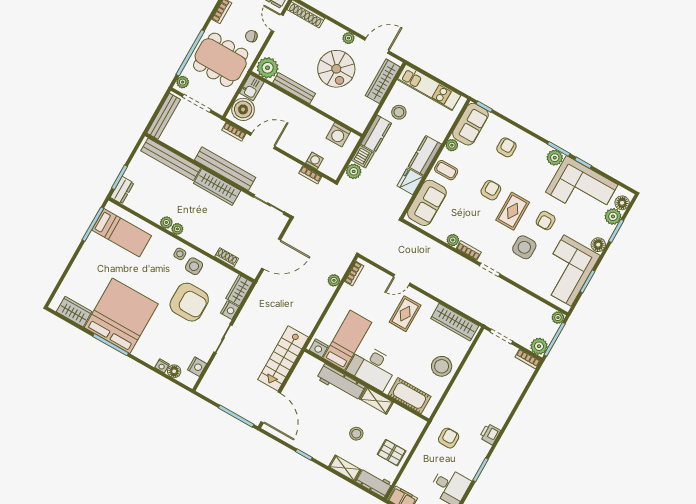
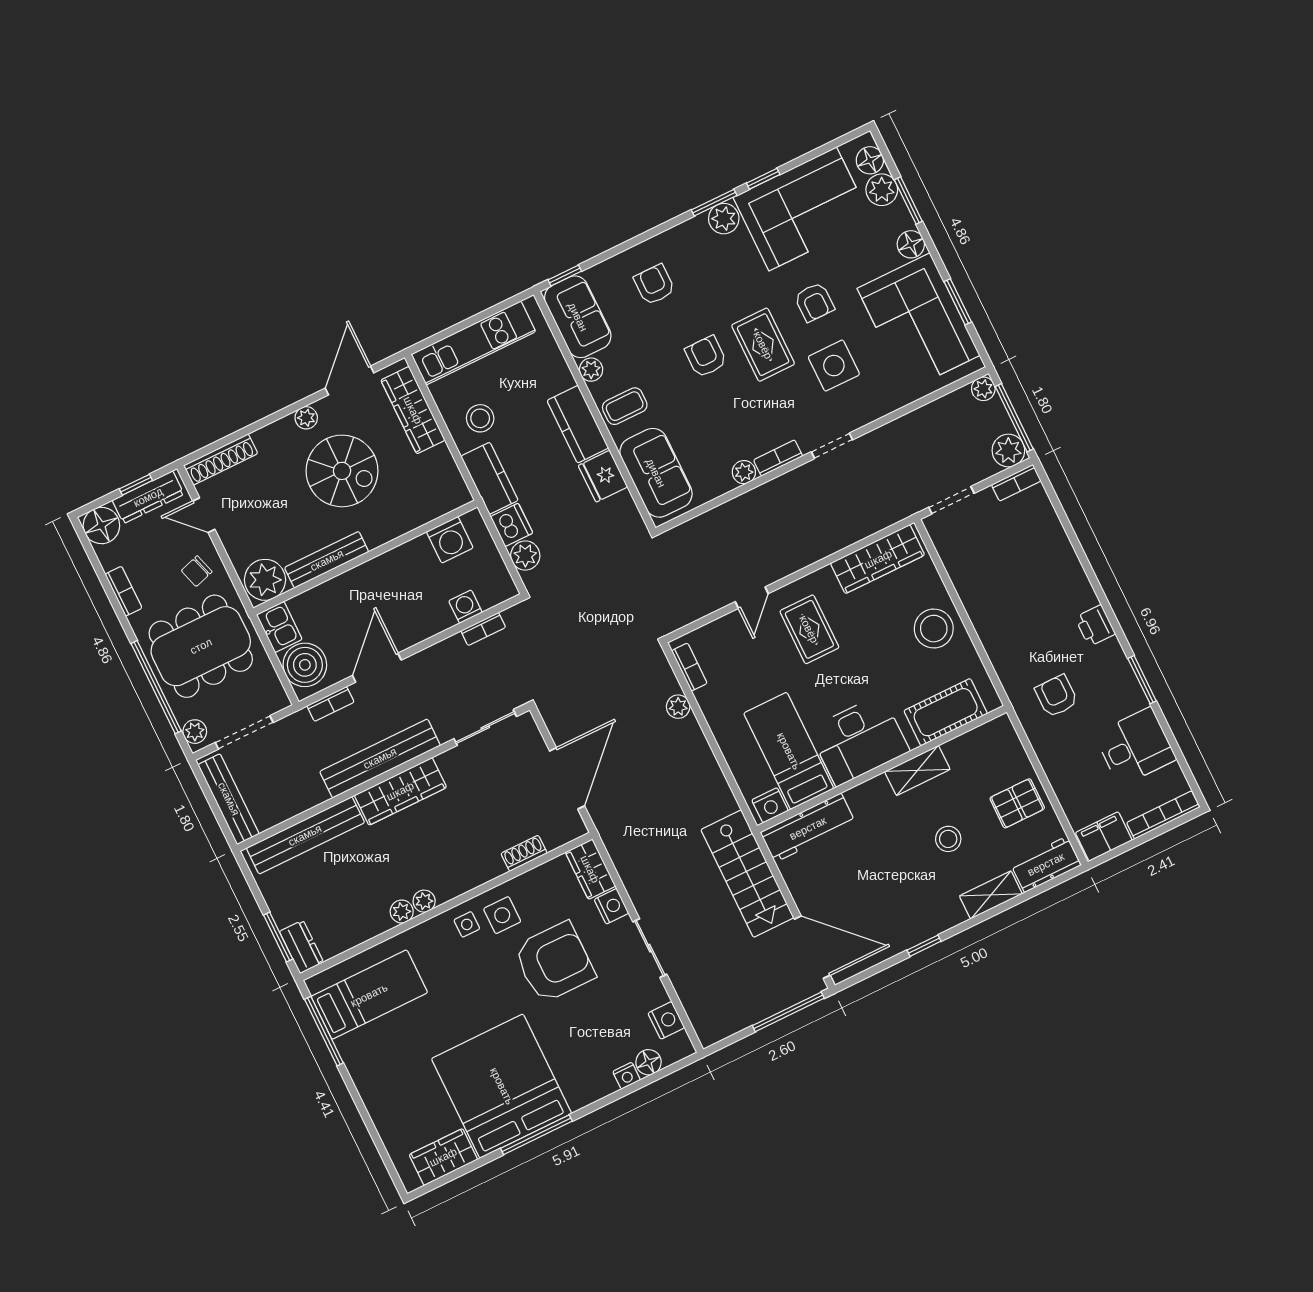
workbench: (341, 382) -> (808, 828), moved

